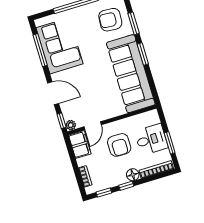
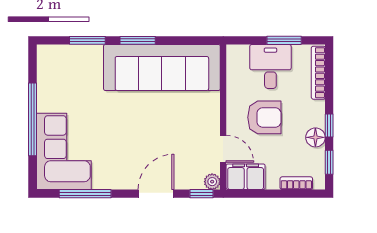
armchair: (110, 20) -> (71, 74), removed
corner sofa: (60, 46) -> (64, 151), moved, turned 90
floor lamp: (133, 175) -> (315, 137), moved

